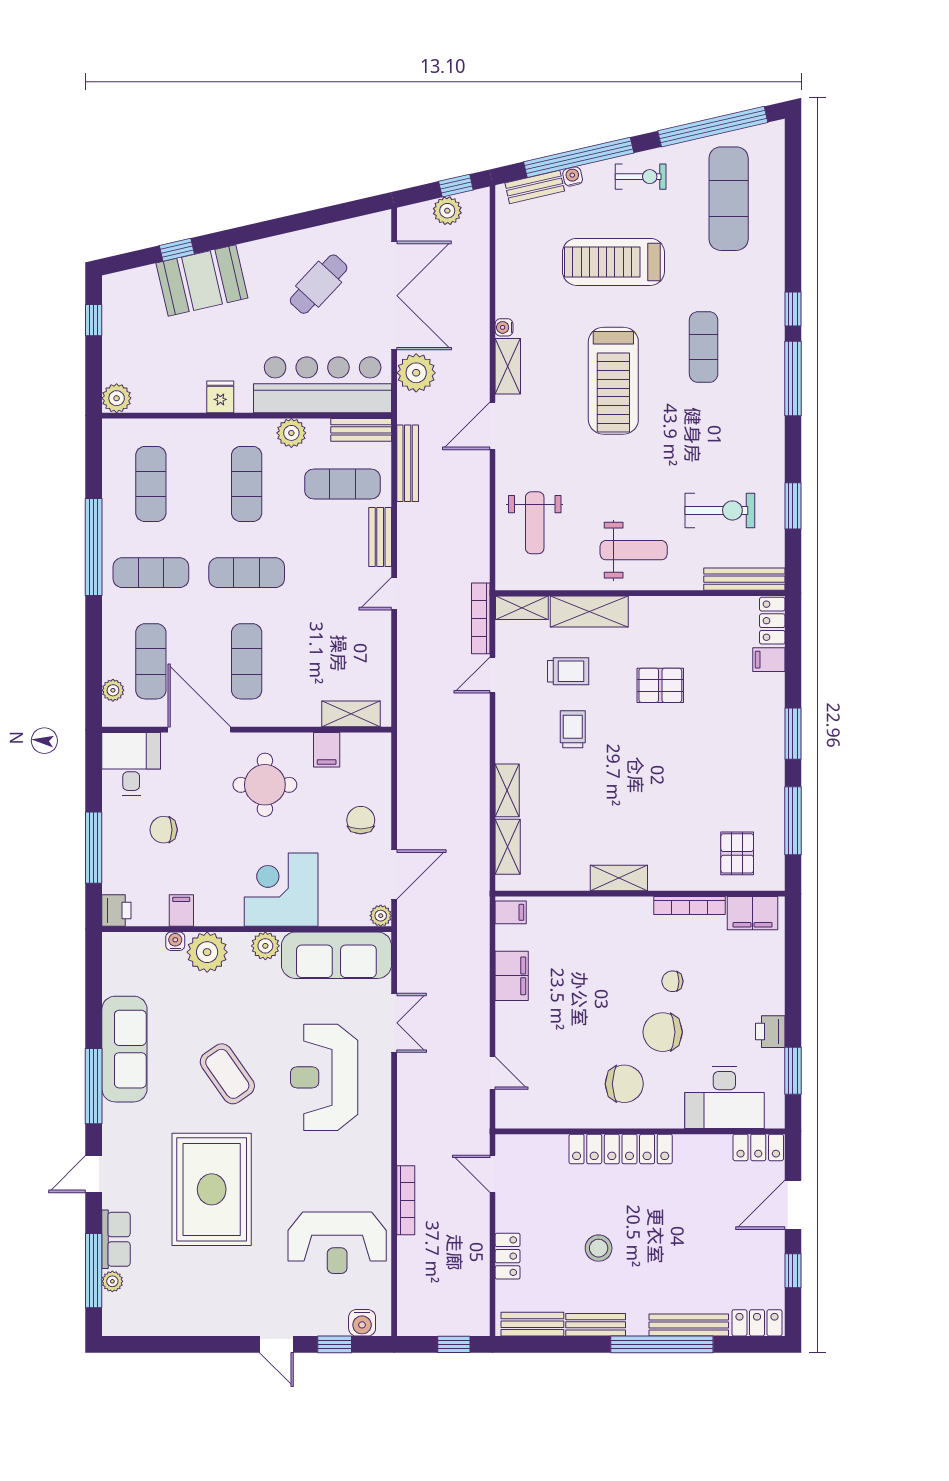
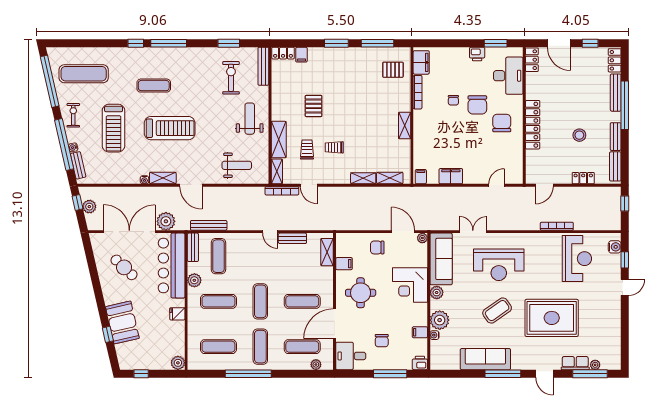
bench: (380, 537) -> (292, 238), moved

